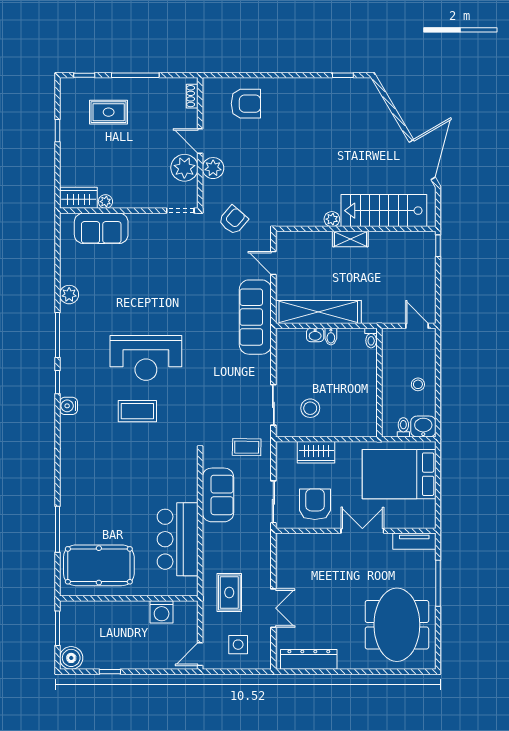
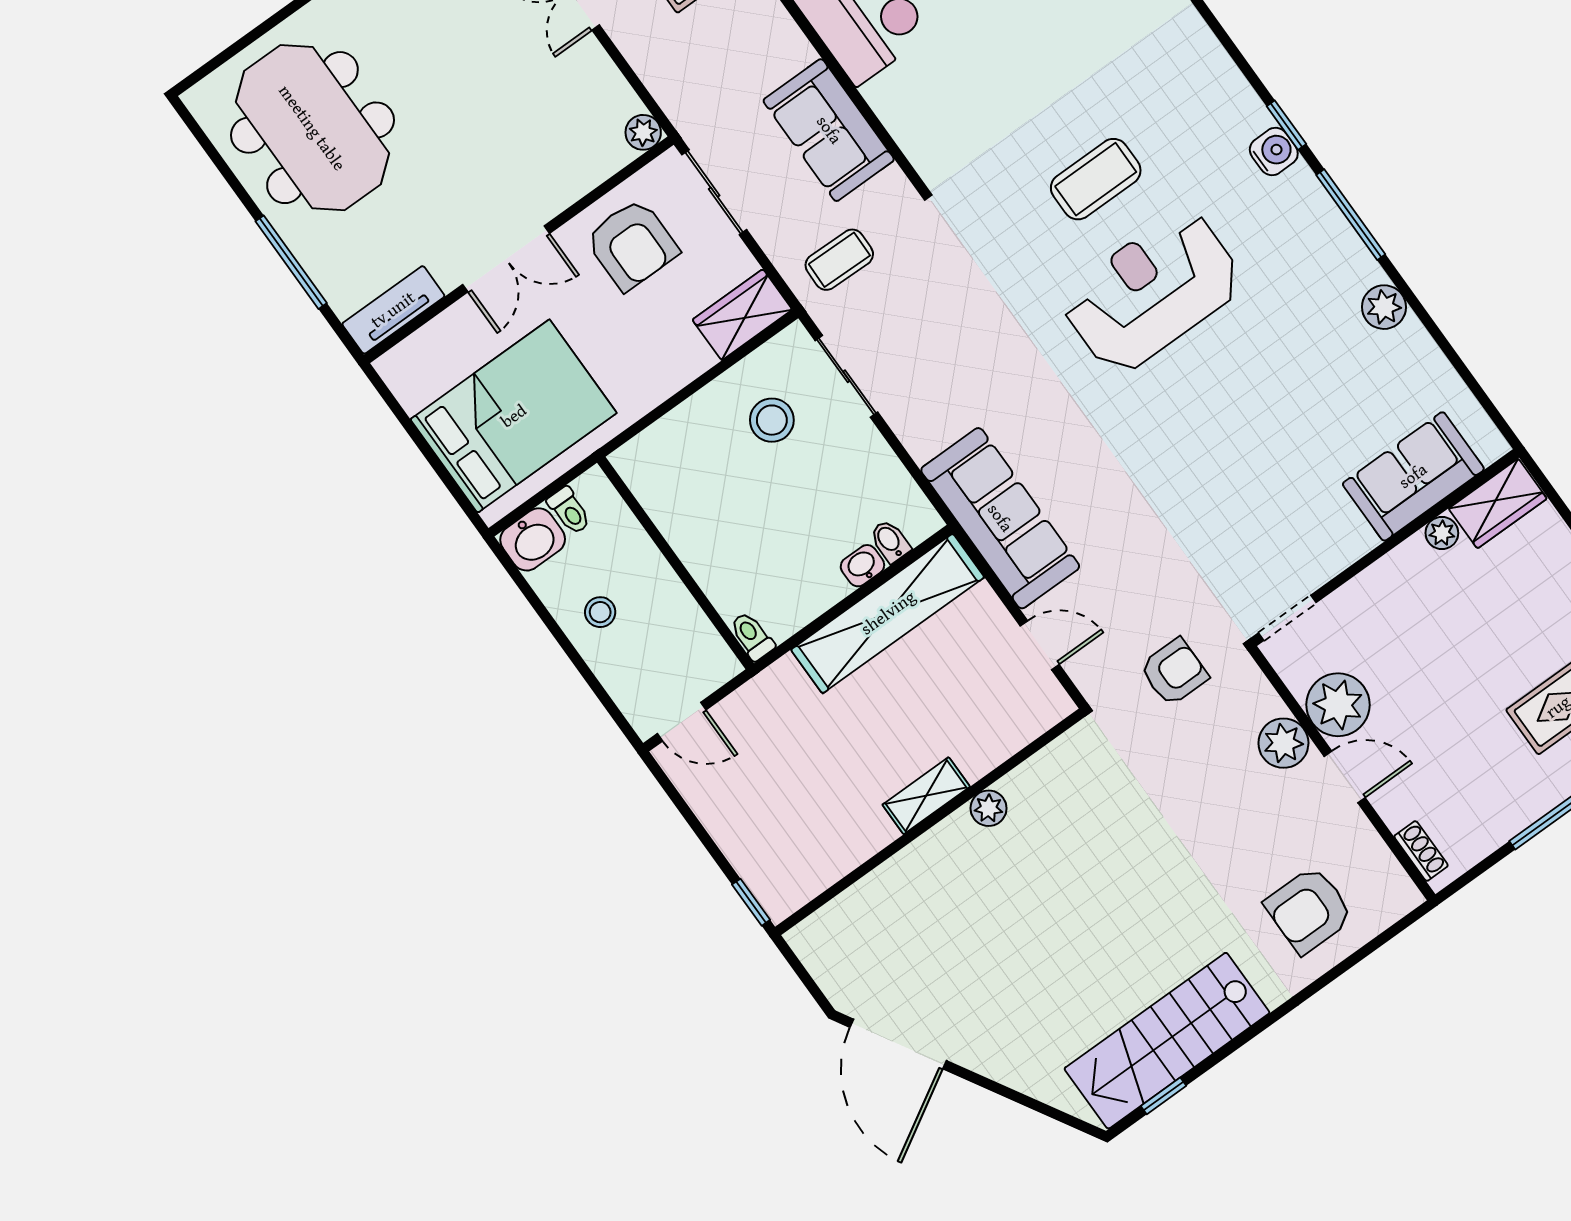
stairs: (384, 211) -> (1167, 1041), moved, turned 180
armchair: (233, 220) -> (1174, 672), turned -131
bidet: (331, 337) -> (890, 541), moved
water cooler: (69, 406) -> (1274, 152), moved
wardrobe: (316, 452) -> (742, 315), moved
plant: (283, 540) -> (643, 132), added

